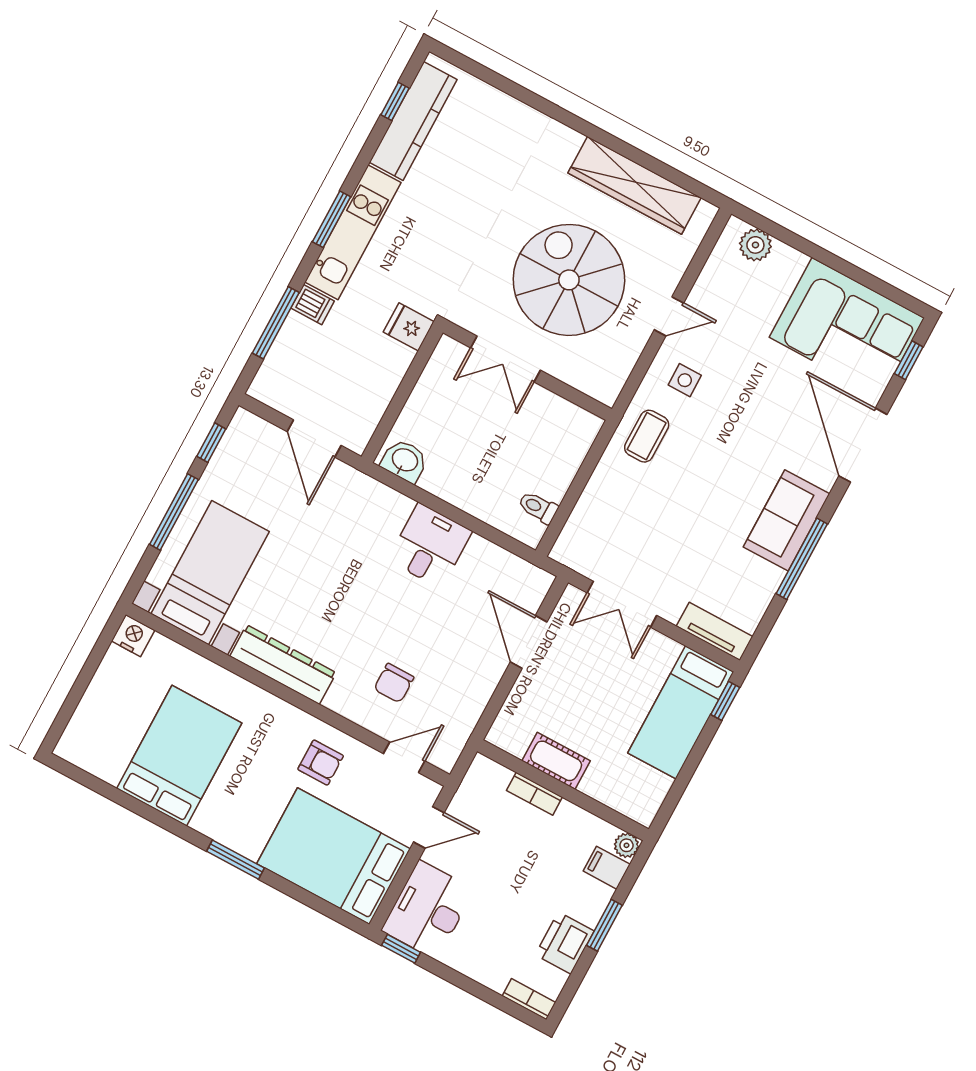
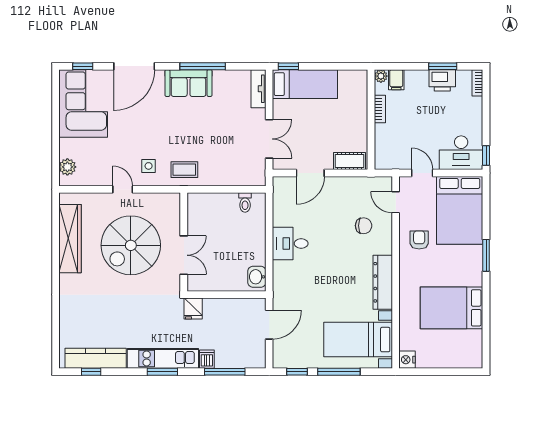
cot: (556, 761) -> (349, 161), moved, turned 90
bookcase: (534, 794) -> (380, 109), moved
window: (604, 925) -> (443, 66), moved

